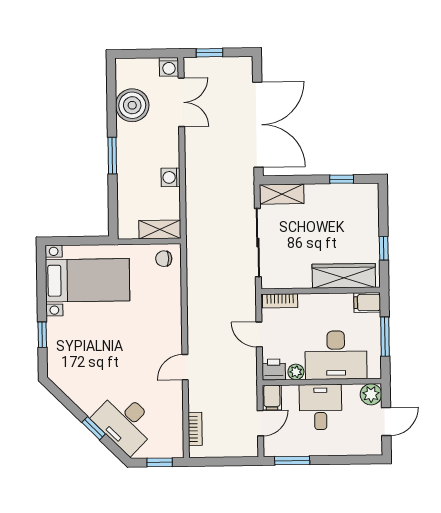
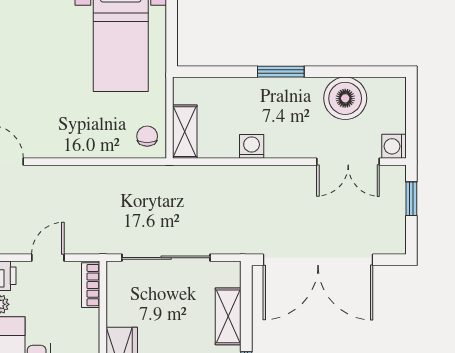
shelving: (282, 194) -> (228, 316), moved

